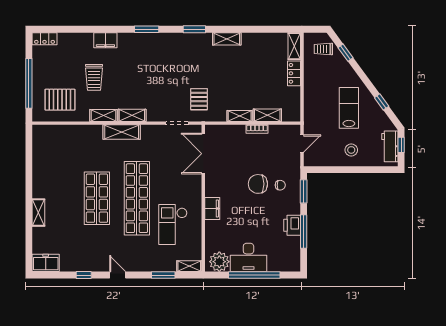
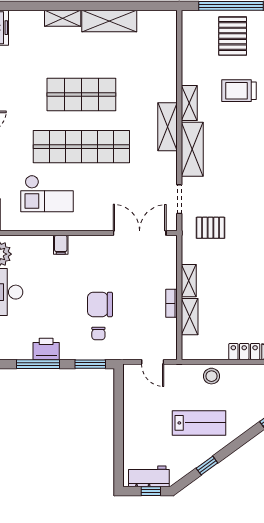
pallet: (60, 100) -> (233, 36), moved
shelving: (132, 115) -> (192, 149), width x1.50, depth x1.33
stool: (351, 150) -> (211, 376), moved
shelving: (41, 177) -> (109, 21), added
chair: (258, 184) -> (100, 304), turned -90
filing cabinet: (212, 208) -> (61, 245), width x0.50
checkout: (173, 225) -> (47, 194), turned 180

